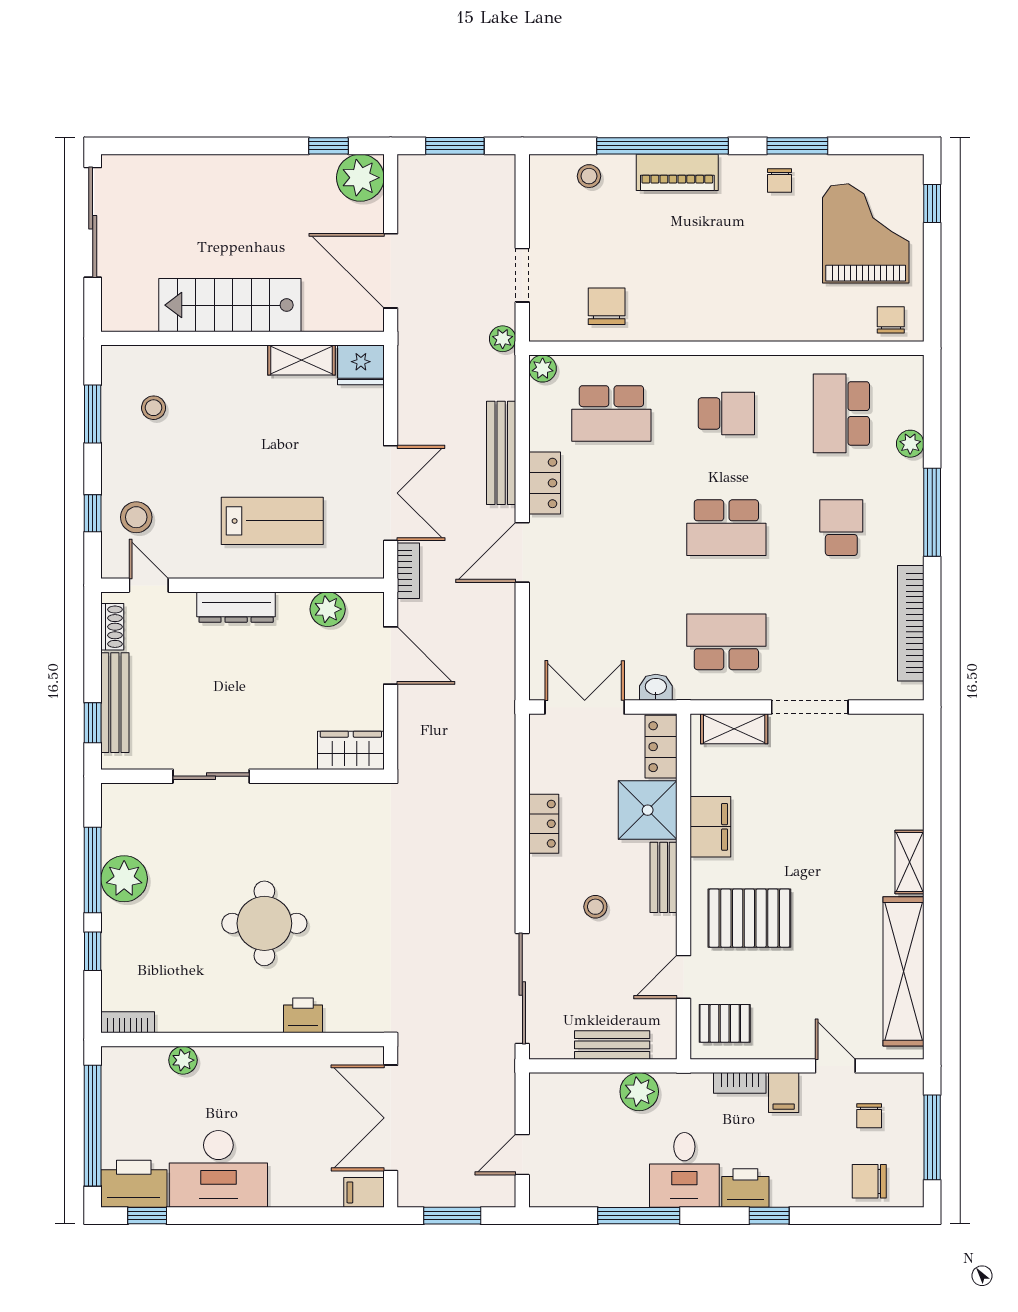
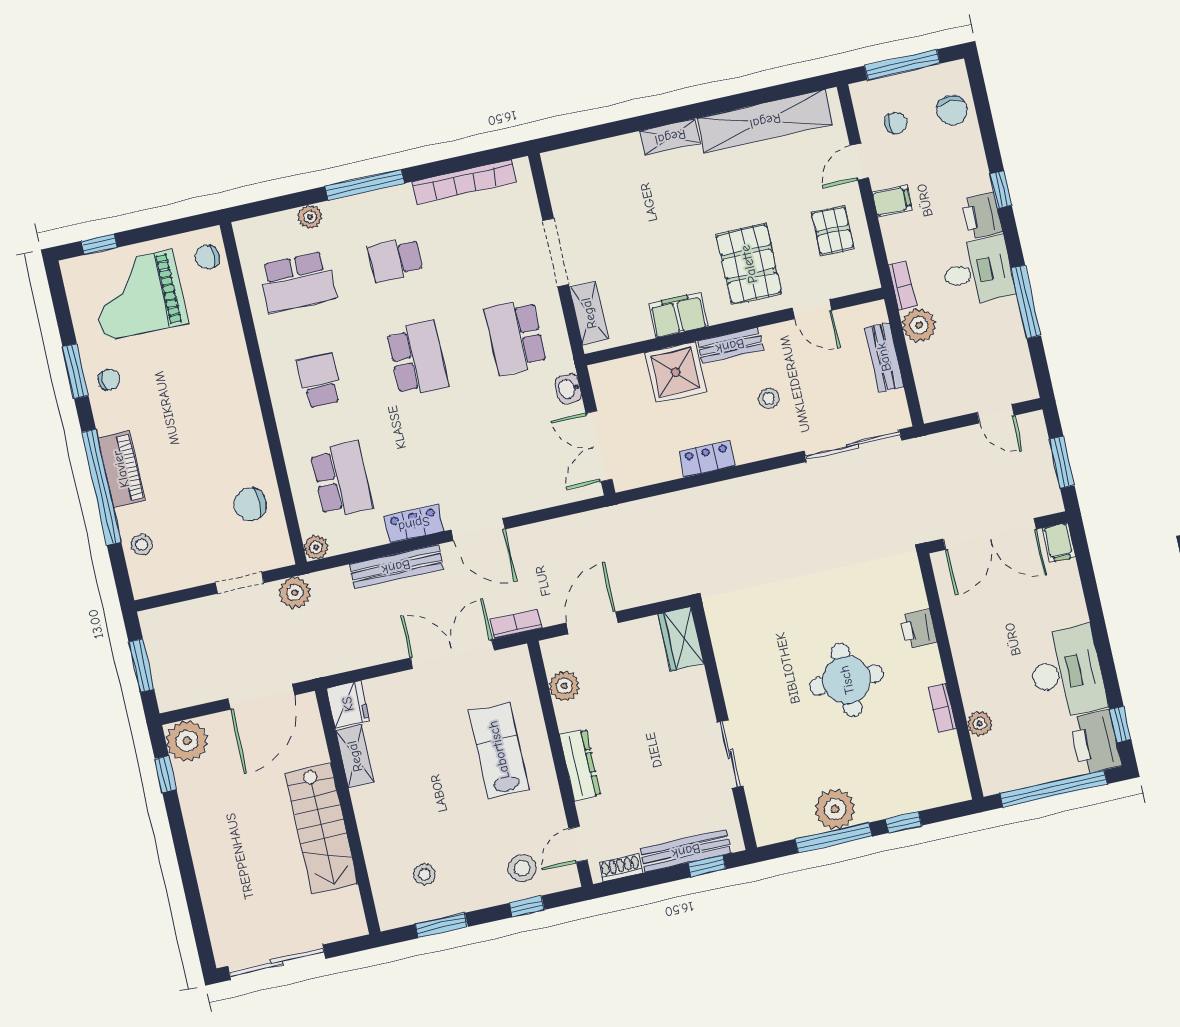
plant: (503, 339) -> (295, 593), width x1.38, depth x1.38
locker: (661, 747) -> (618, 373), removed
bookcase: (128, 1022) -> (942, 708), moved
pallet: (725, 1023) -> (833, 231), moved
bookcase: (740, 1083) -> (902, 286), moved

